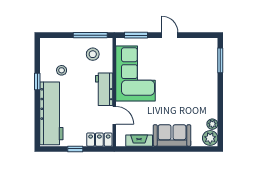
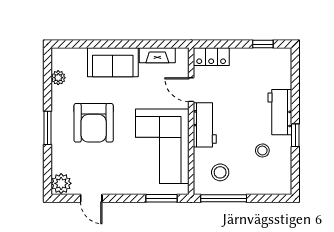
door: (170, 35) -> (91, 198), moved
window: (220, 60) -> (47, 128), moved
armchair: (186, 91) -> (94, 123), added
workbench: (51, 113) -> (280, 112), width x0.53, depth x0.76
plant: (210, 138) -> (61, 183), moved
window: (75, 149) -> (263, 44), moved

